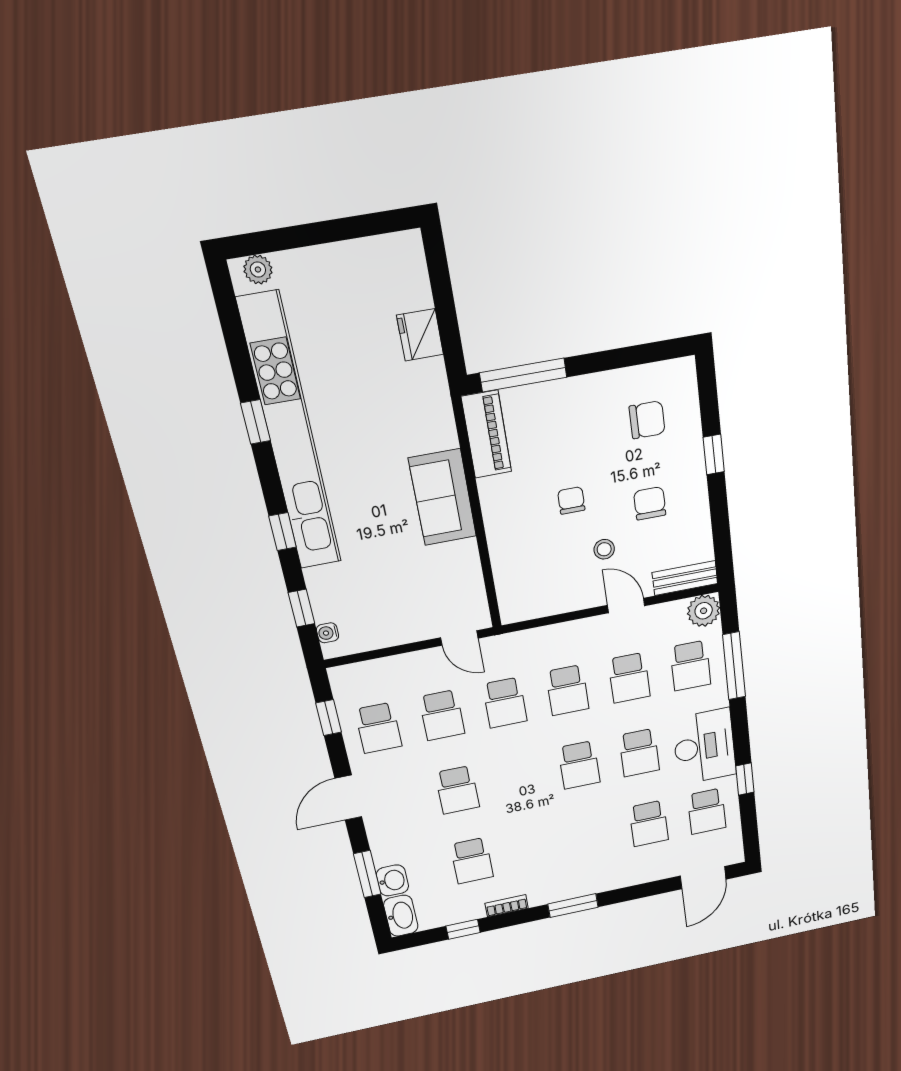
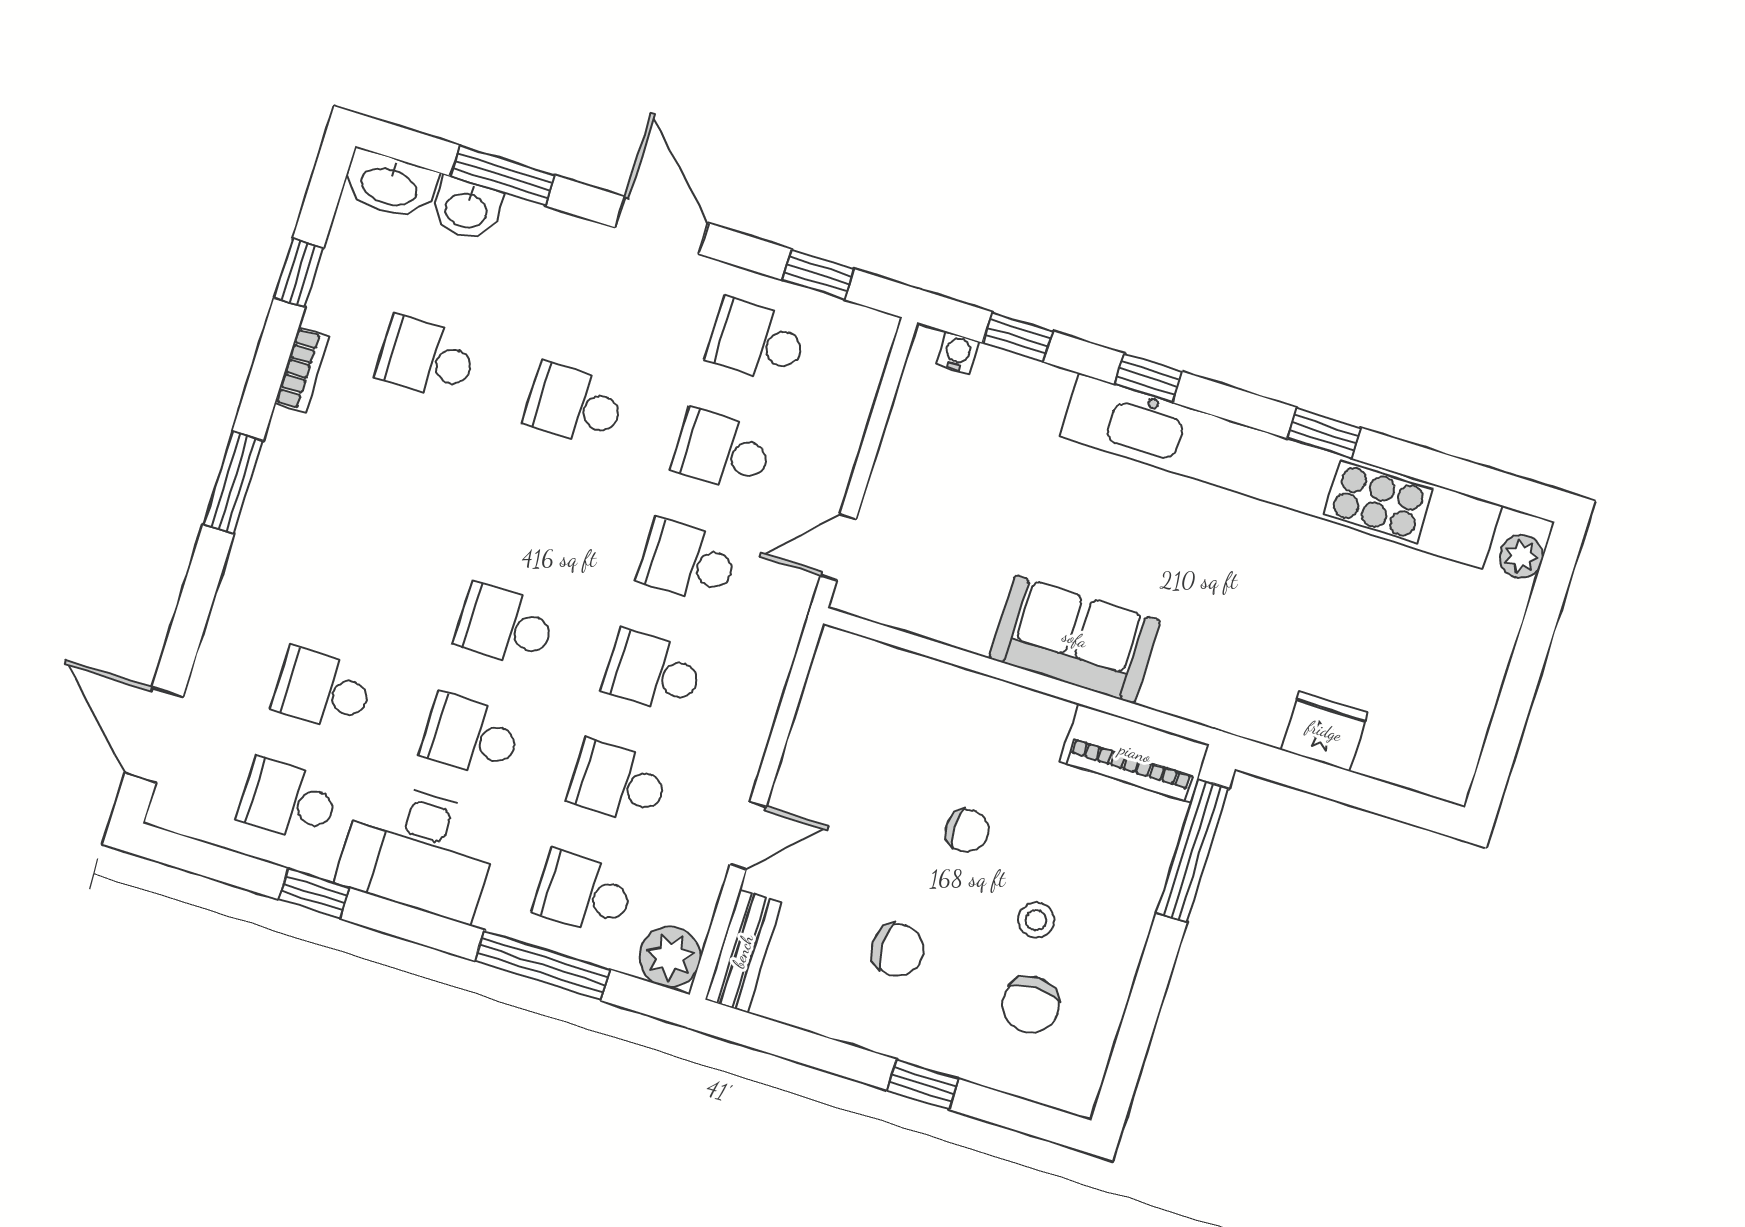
stool: (604, 549) -> (1036, 920), moved

